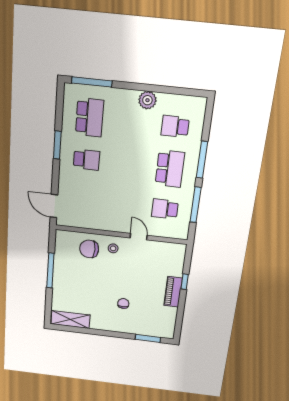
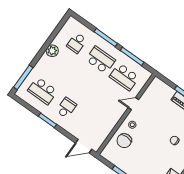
school desk: (90, 117) -> (43, 91), turned 180
school desk: (165, 209) -> (124, 77), width x1.85

